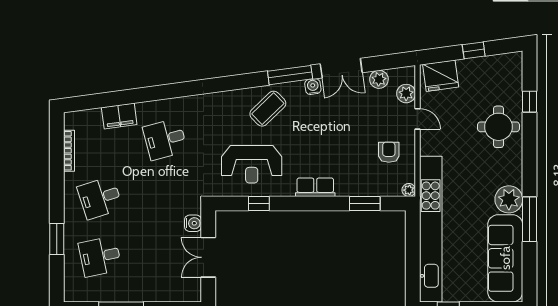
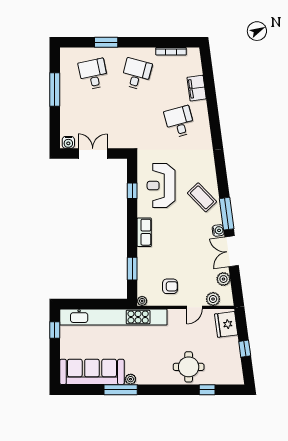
desk: (100, 198) -> (136, 74), turned 33
plant: (509, 199) -> (131, 379), width x0.53, depth x0.53
water cooler: (193, 223) -> (68, 142), moved

